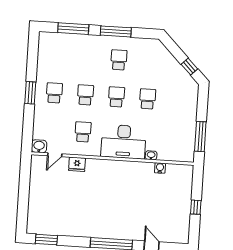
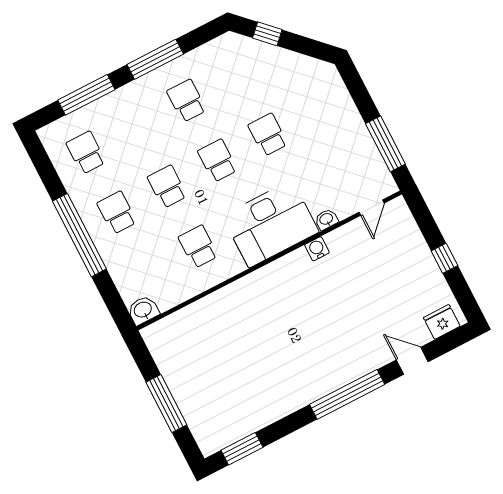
school desk: (57, 56) -> (86, 153), added
window: (189, 67) -> (267, 34), moved
window: (30, 93) -> (79, 235), width x2.11
door: (55, 155) -> (372, 208), moved
fridge: (77, 164) -> (442, 322), moved, turned 180
water cooler: (160, 168) -> (317, 249), moved
window: (24, 197) -> (166, 403), added

